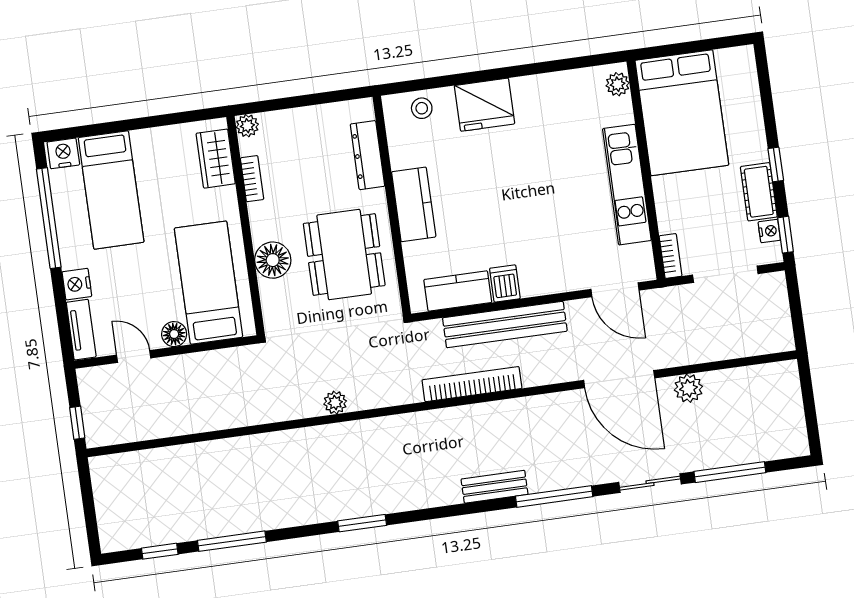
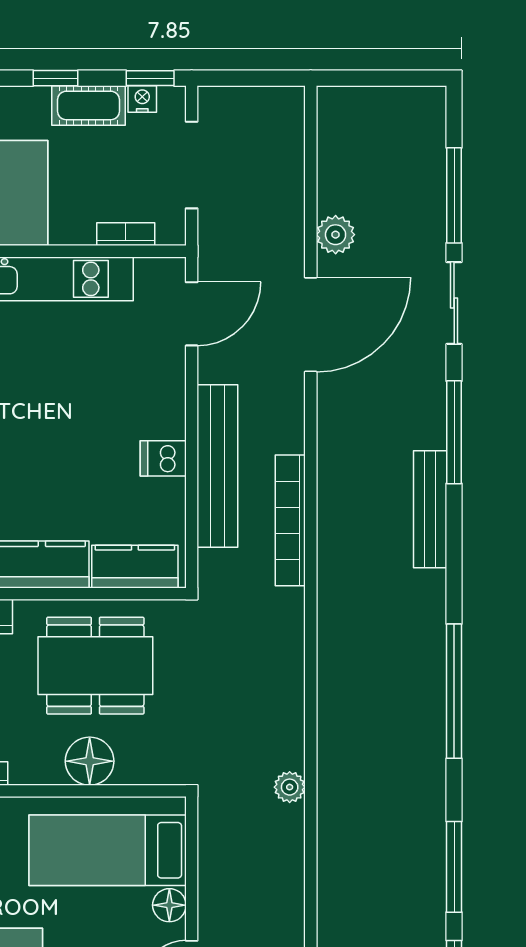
bookcase: (671, 256) -> (126, 234), moved
kitchen counter: (458, 291) -> (135, 567), moved, turned 90
plant: (335, 403) -> (290, 787), moved
bench: (495, 487) -> (430, 509), width x1.36
window: (362, 523) -> (454, 691), width x2.11

